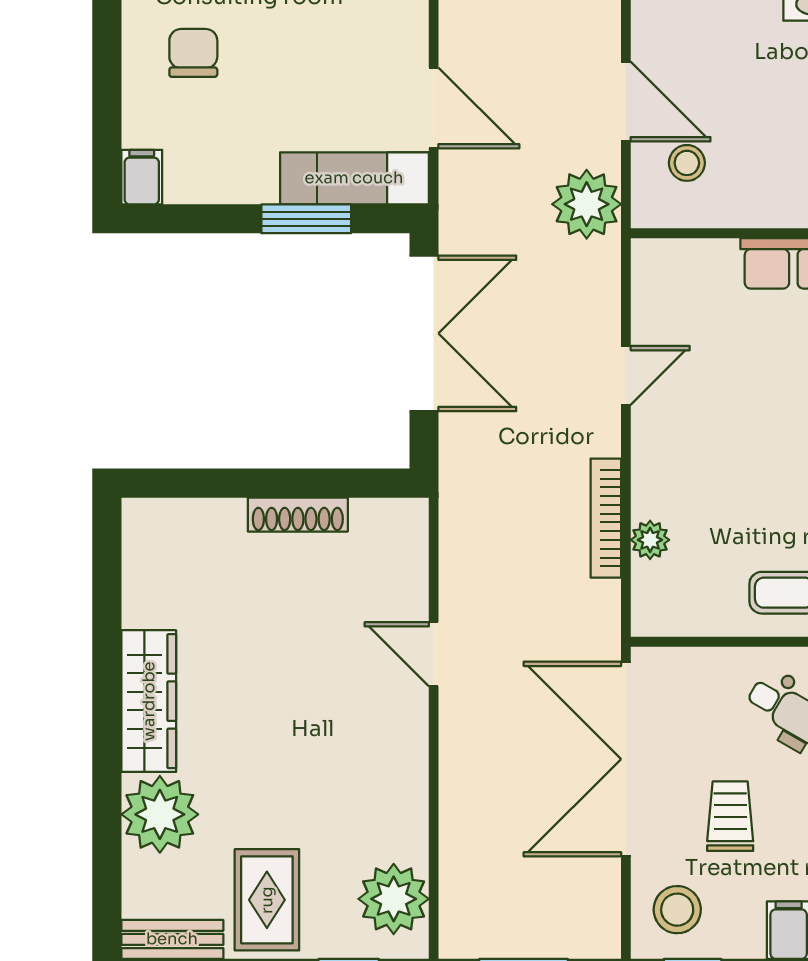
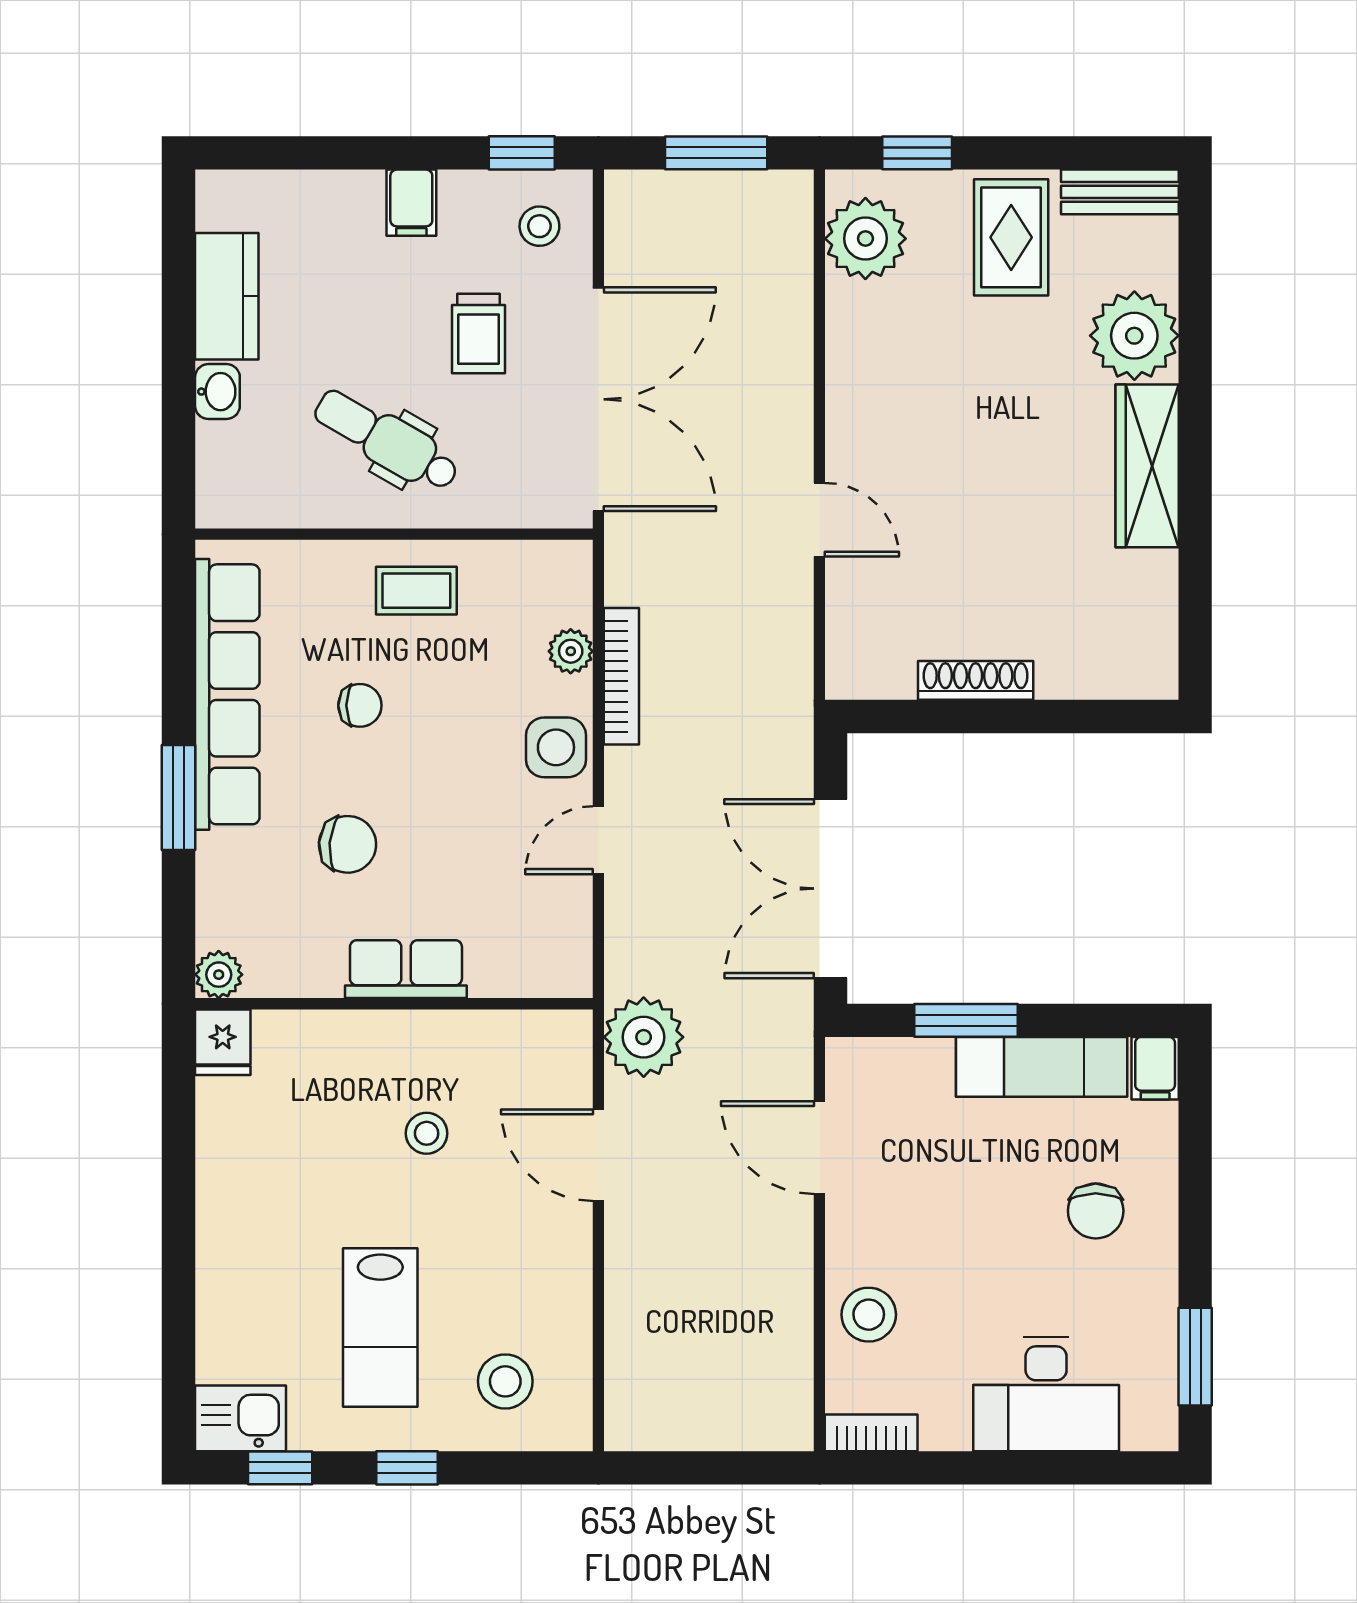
stool: (687, 163) -> (427, 1133), moved
exam couch: (354, 178) -> (1042, 1067), moved
side table: (663, 456) -> (556, 747), added
stool: (677, 910) -> (539, 226), width x0.73, depth x0.73

